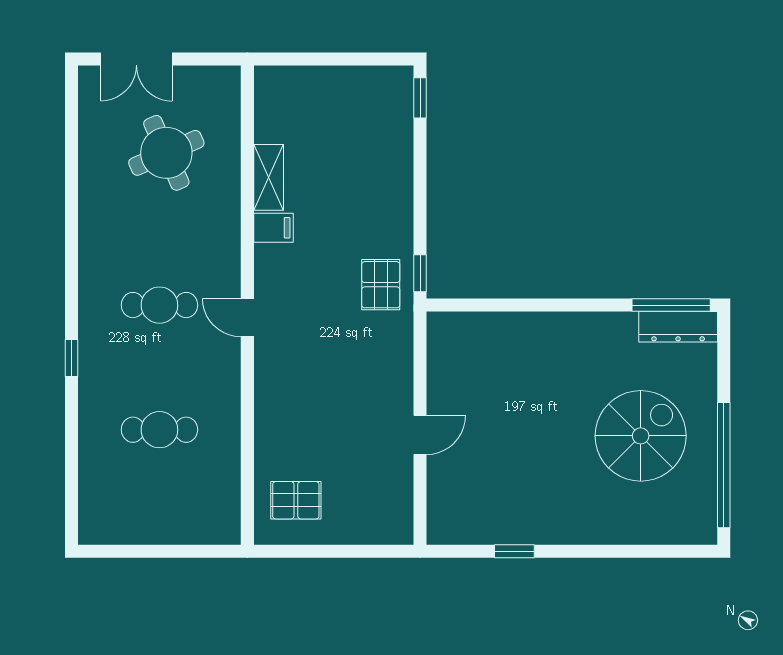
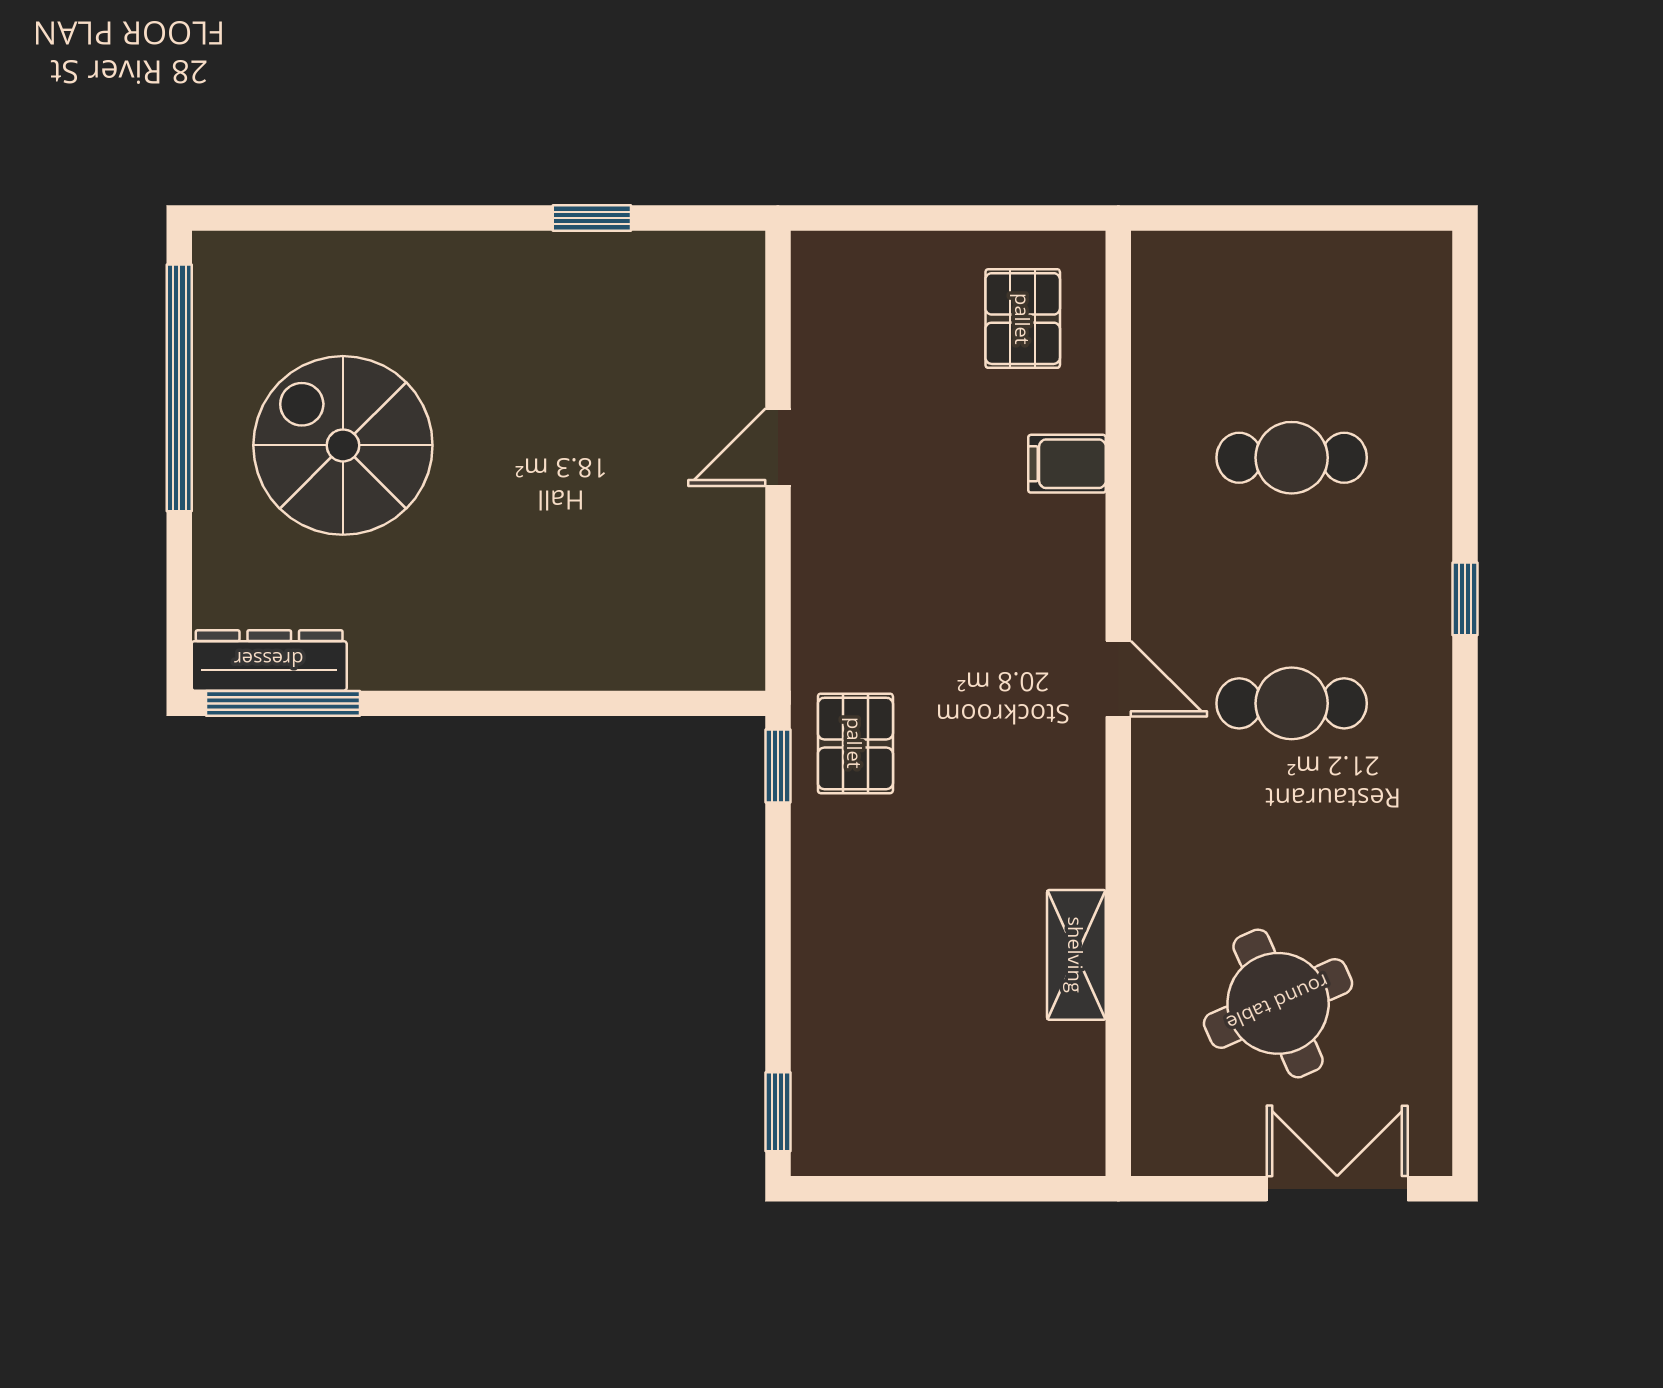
filing cabinet: (273, 228) -> (1067, 464), moved
spiral stairs: (641, 436) -> (343, 445), turned 90
pallet: (296, 500) -> (1023, 319), turned 90

